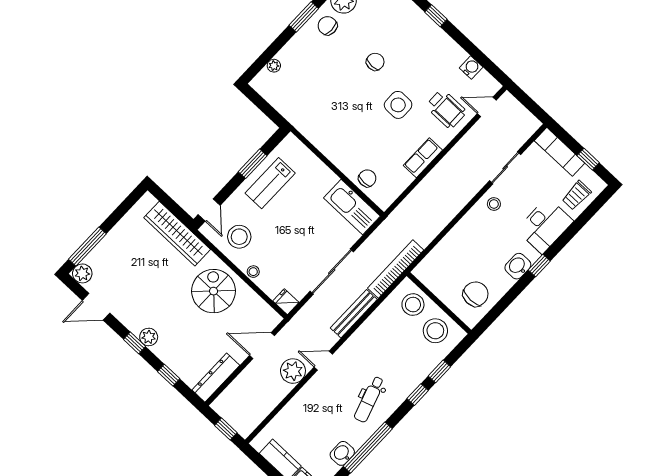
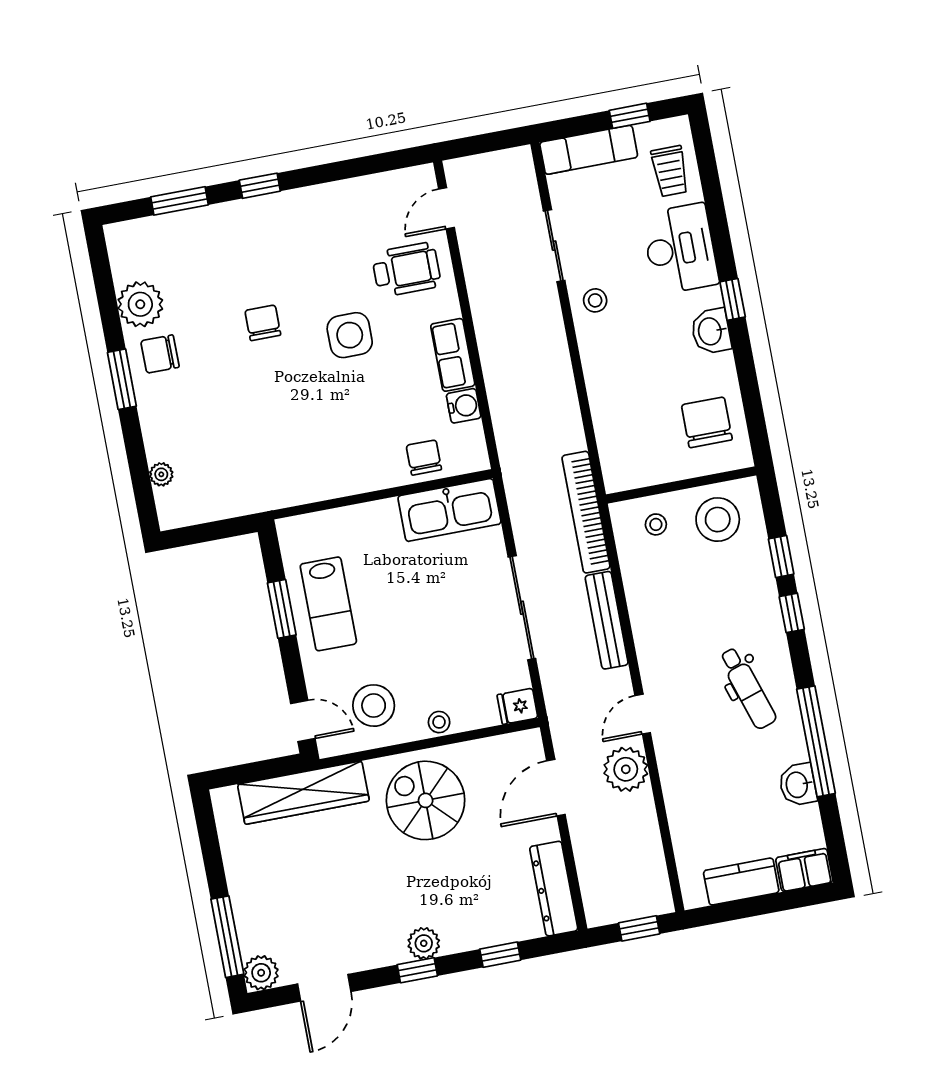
water cooler: (471, 67) -> (464, 406), moved, turned 90
stool: (413, 305) -> (656, 524), width x0.53, depth x0.53

